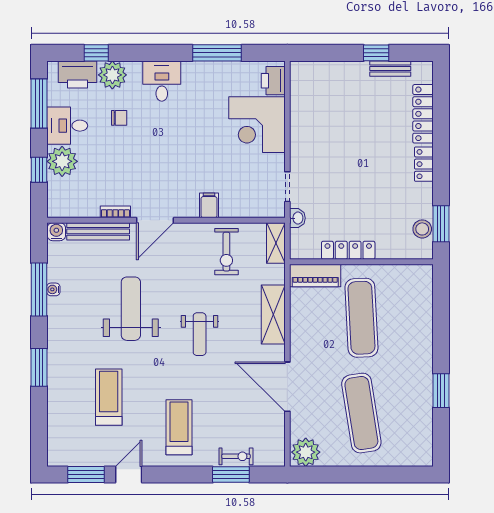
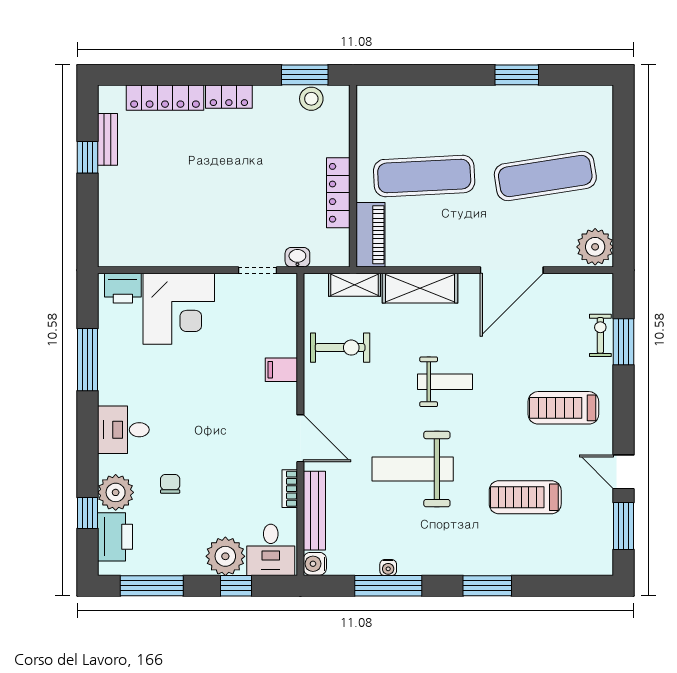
desk: (67, 126) -> (271, 550), moved
shelving: (276, 243) -> (355, 285), moved

